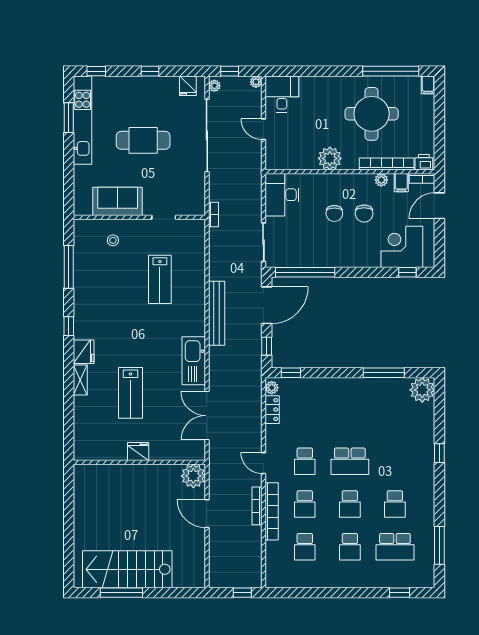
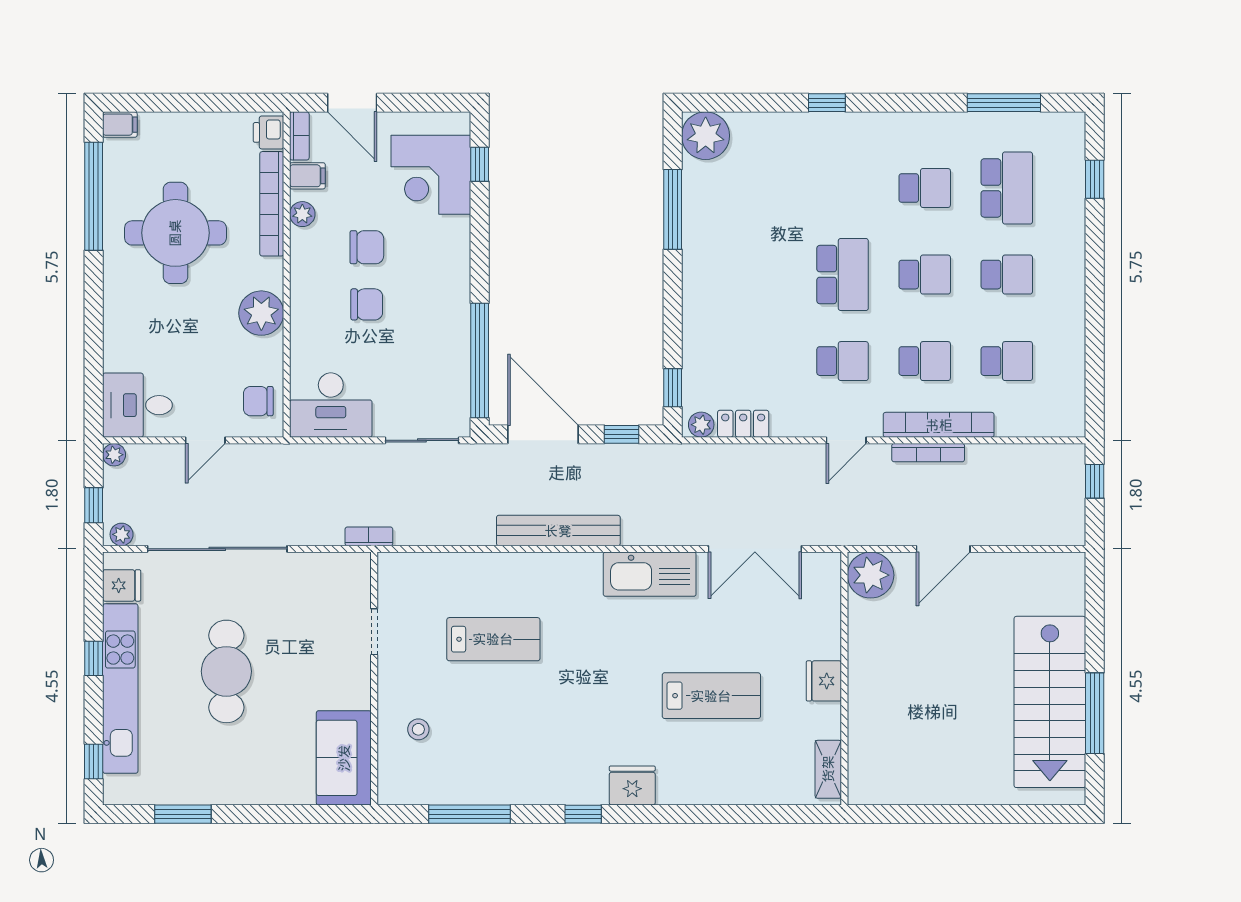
kitchen unit: (83, 120) -> (120, 689), moved, turned 90
chair: (284, 157) -> (258, 401), added
sofa: (118, 201) -> (344, 758), moved
shelving: (80, 380) -> (828, 769), moved, turned 90

